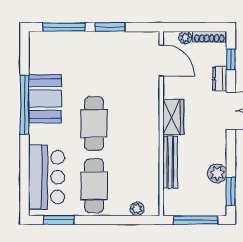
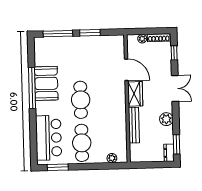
door: (161, 60) -> (126, 70), moved
dresser: (220, 79) -> (169, 153), moved
plant: (217, 173) -> (166, 119), moved
window: (196, 220) -> (153, 165), removed

